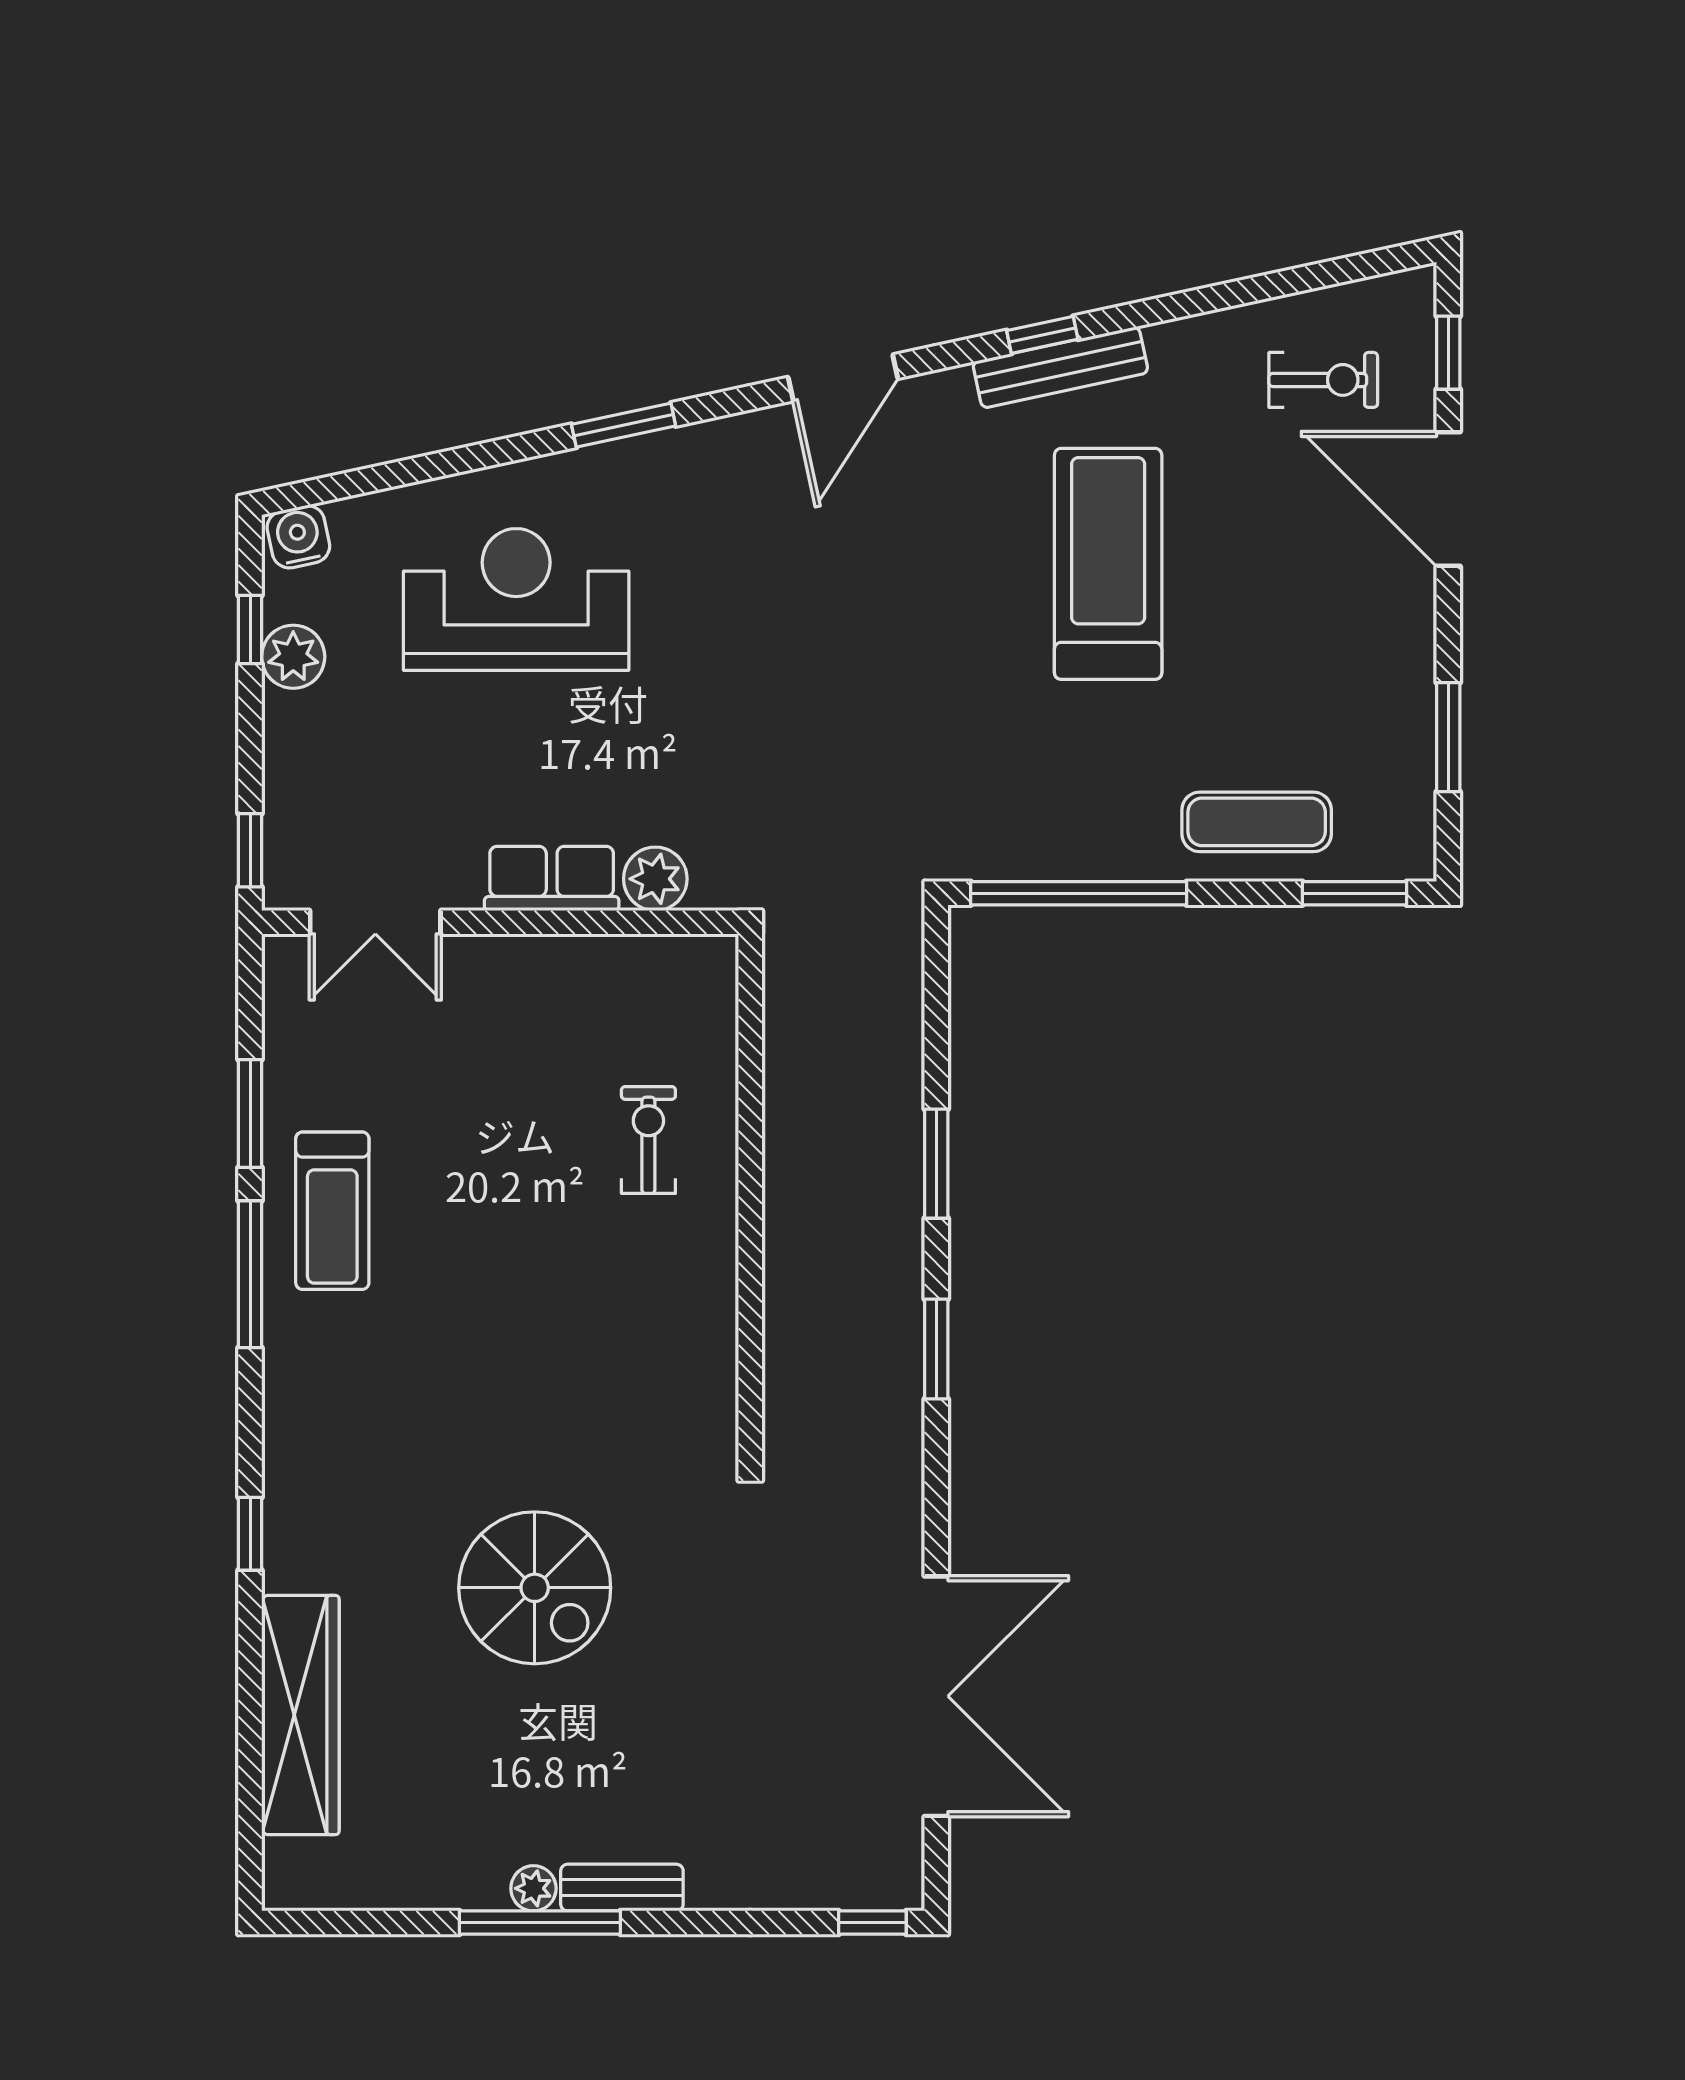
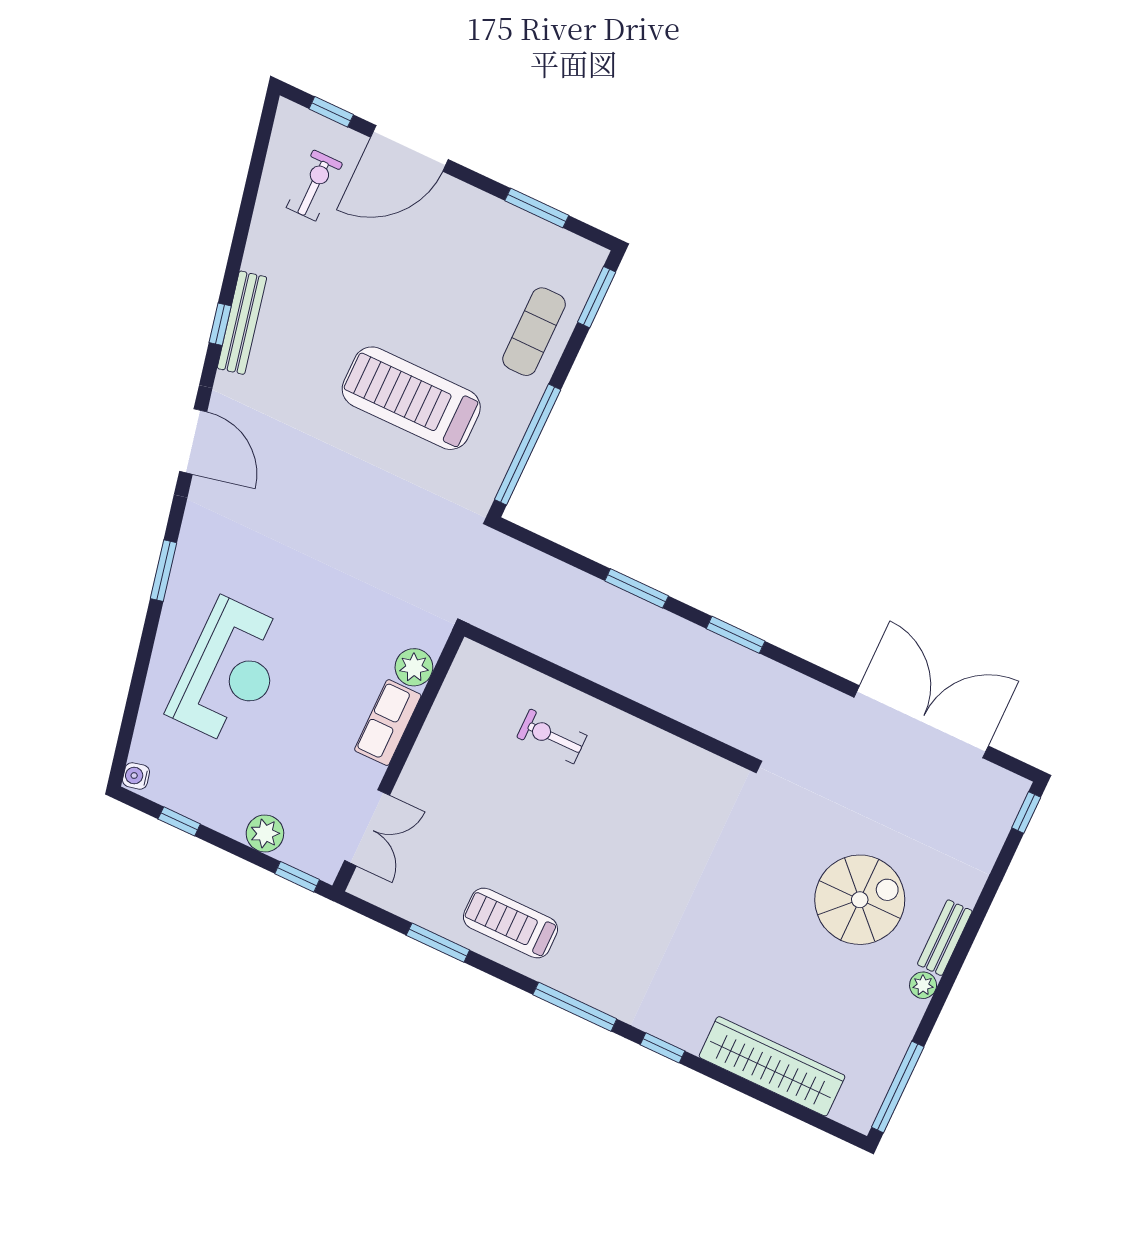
water cooler: (298, 537) -> (136, 776), width x0.72, depth x0.72
treadmill: (1108, 564) -> (411, 398), moved
reception desk: (516, 599) -> (230, 672), turned 180
plant: (293, 657) -> (265, 833), moved
treadmill: (332, 1211) -> (510, 923), turned 180
window: (250, 1274) -> (575, 1007), moved
spiral stairs: (535, 1588) -> (860, 900), moved
window: (540, 1923) -> (898, 1087), moved

